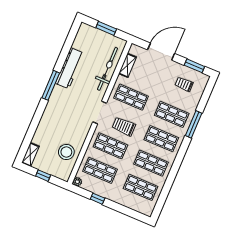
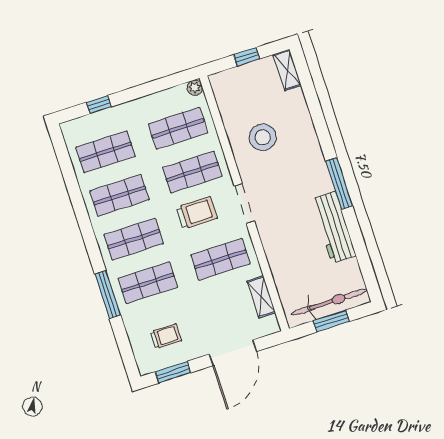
bicycle: (108, 69) -> (329, 302), moved, turned -90
stool: (66, 152) -> (263, 137), moved
window: (98, 199) -> (99, 105), moved

